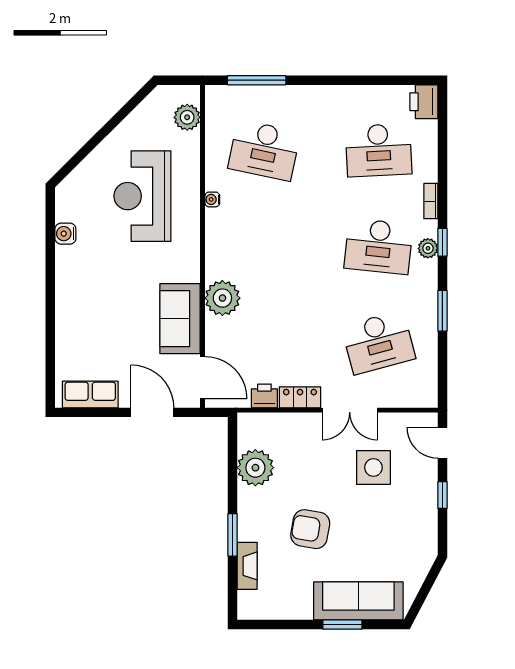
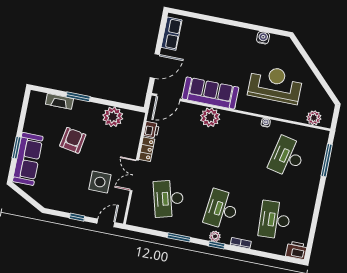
sofa: (180, 319) -> (210, 93), width x1.36

